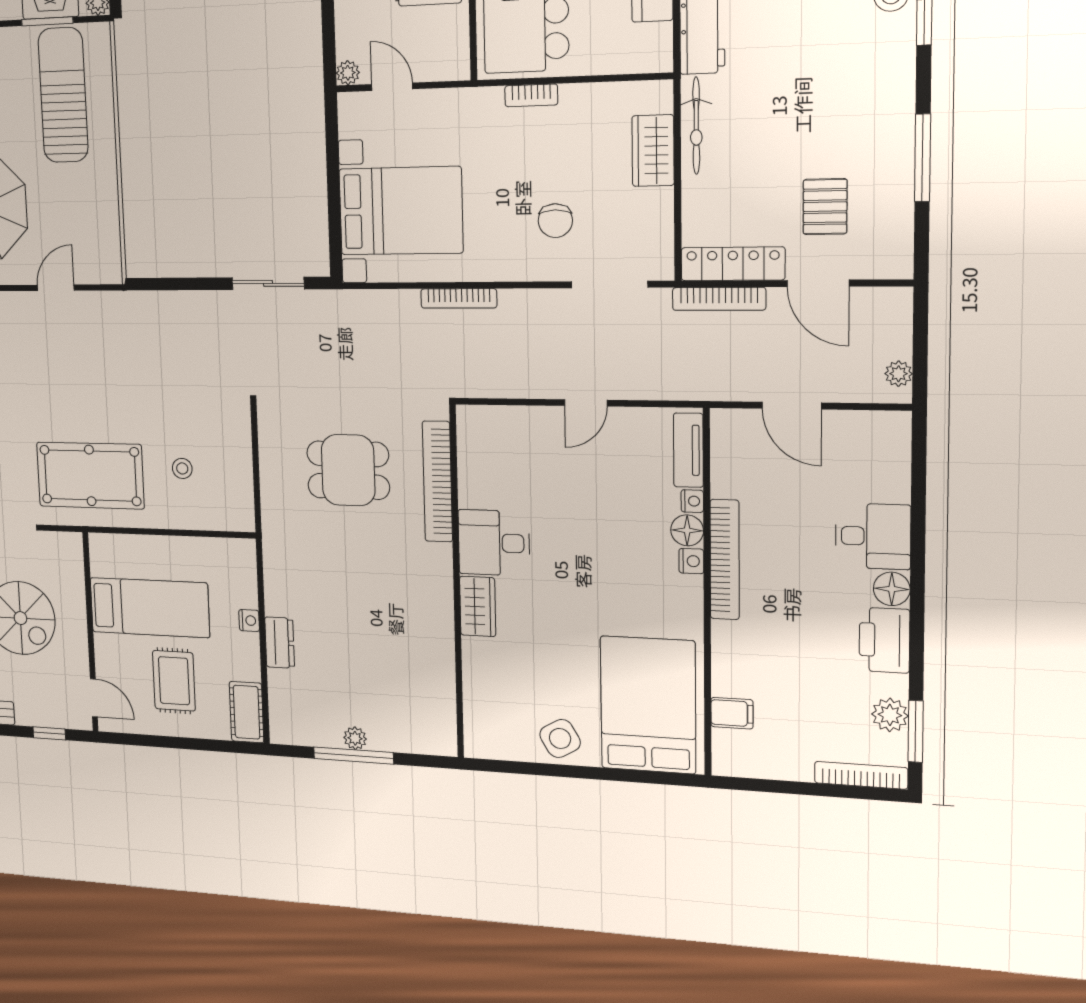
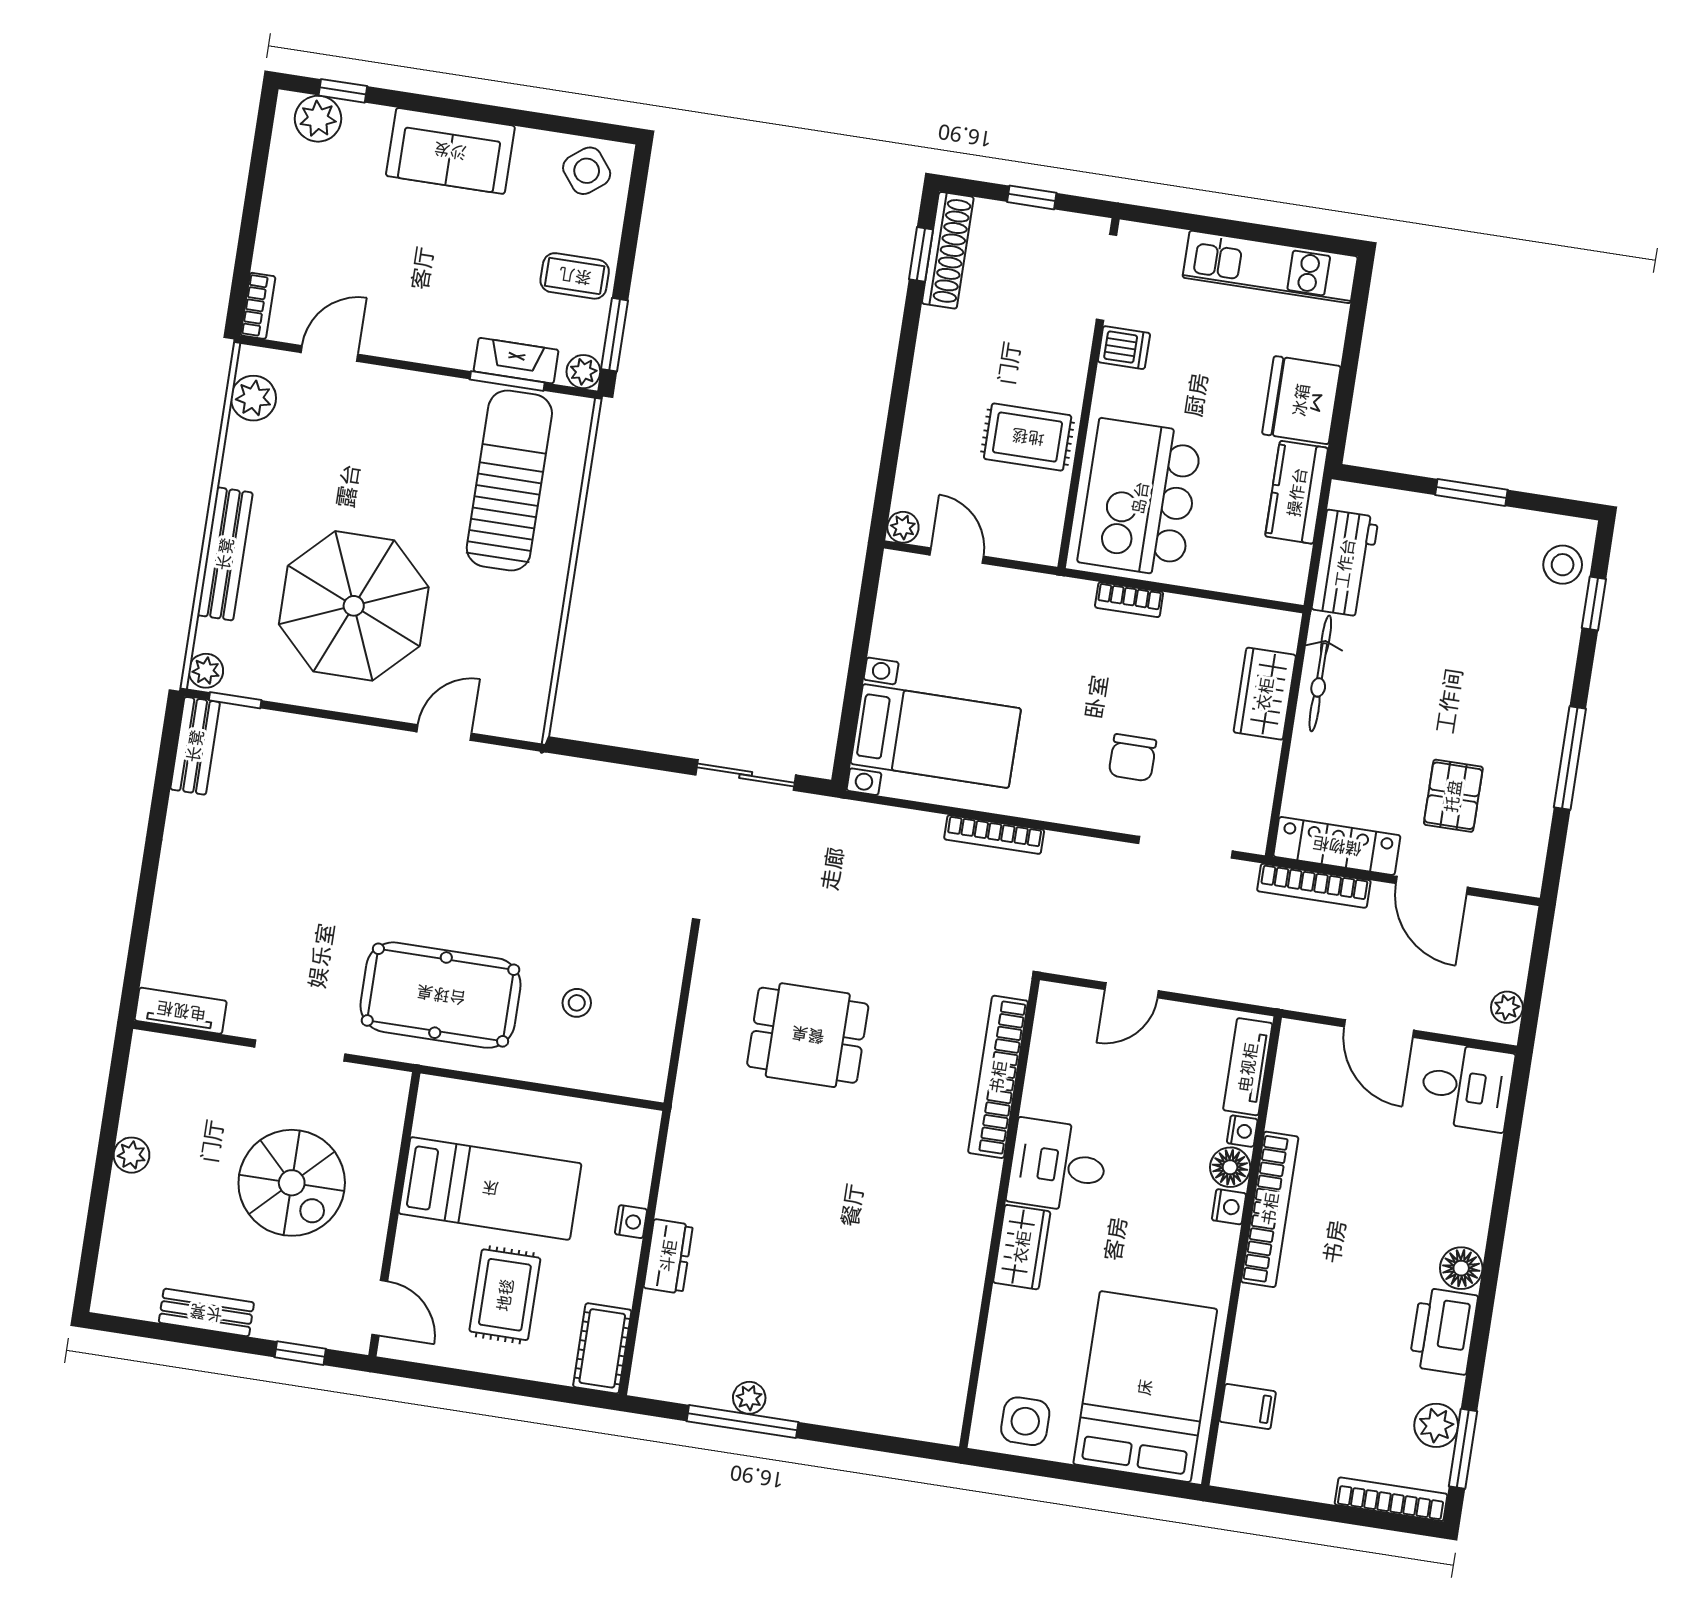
bed with nightstands: (401, 211) -> (936, 736), width x0.73
bookcase: (437, 482) -> (998, 1077), moved
desk: (873, 536) -> (1467, 1087), moved
desk: (494, 543) -> (1058, 1166), moved
wall: (457, 583) -> (999, 1213), moved
wardrobe: (478, 606) -> (1022, 1247), moved
side table: (560, 738) -> (1025, 1421), turned 30

